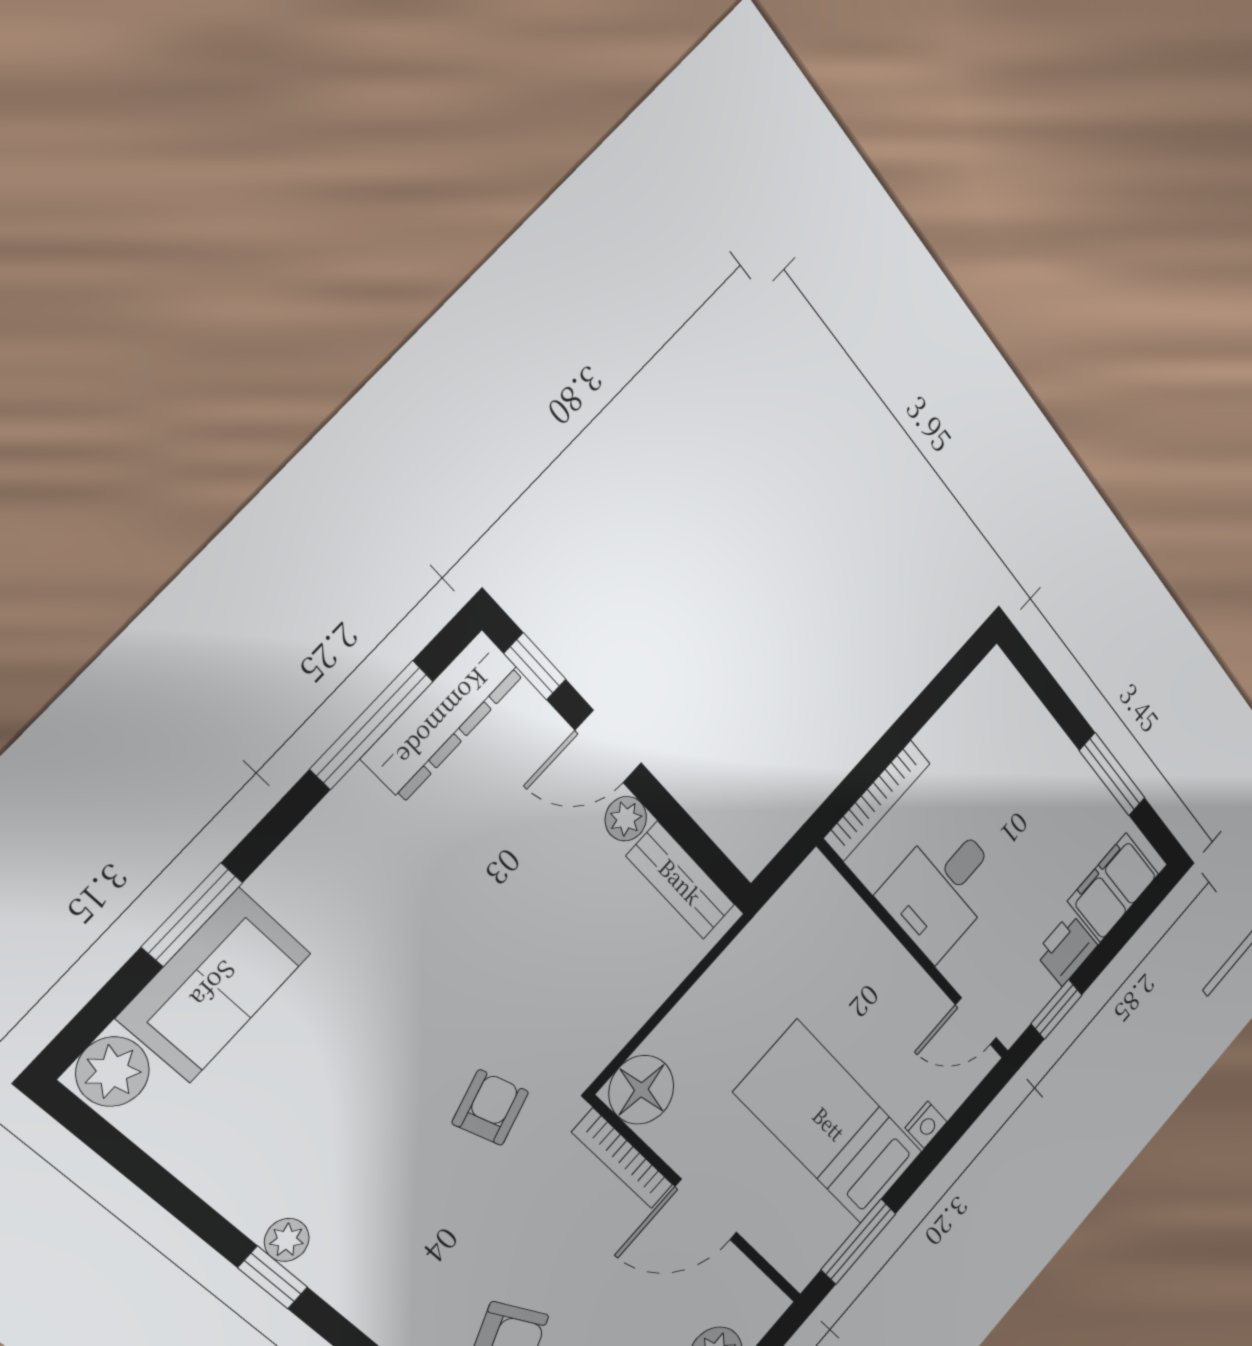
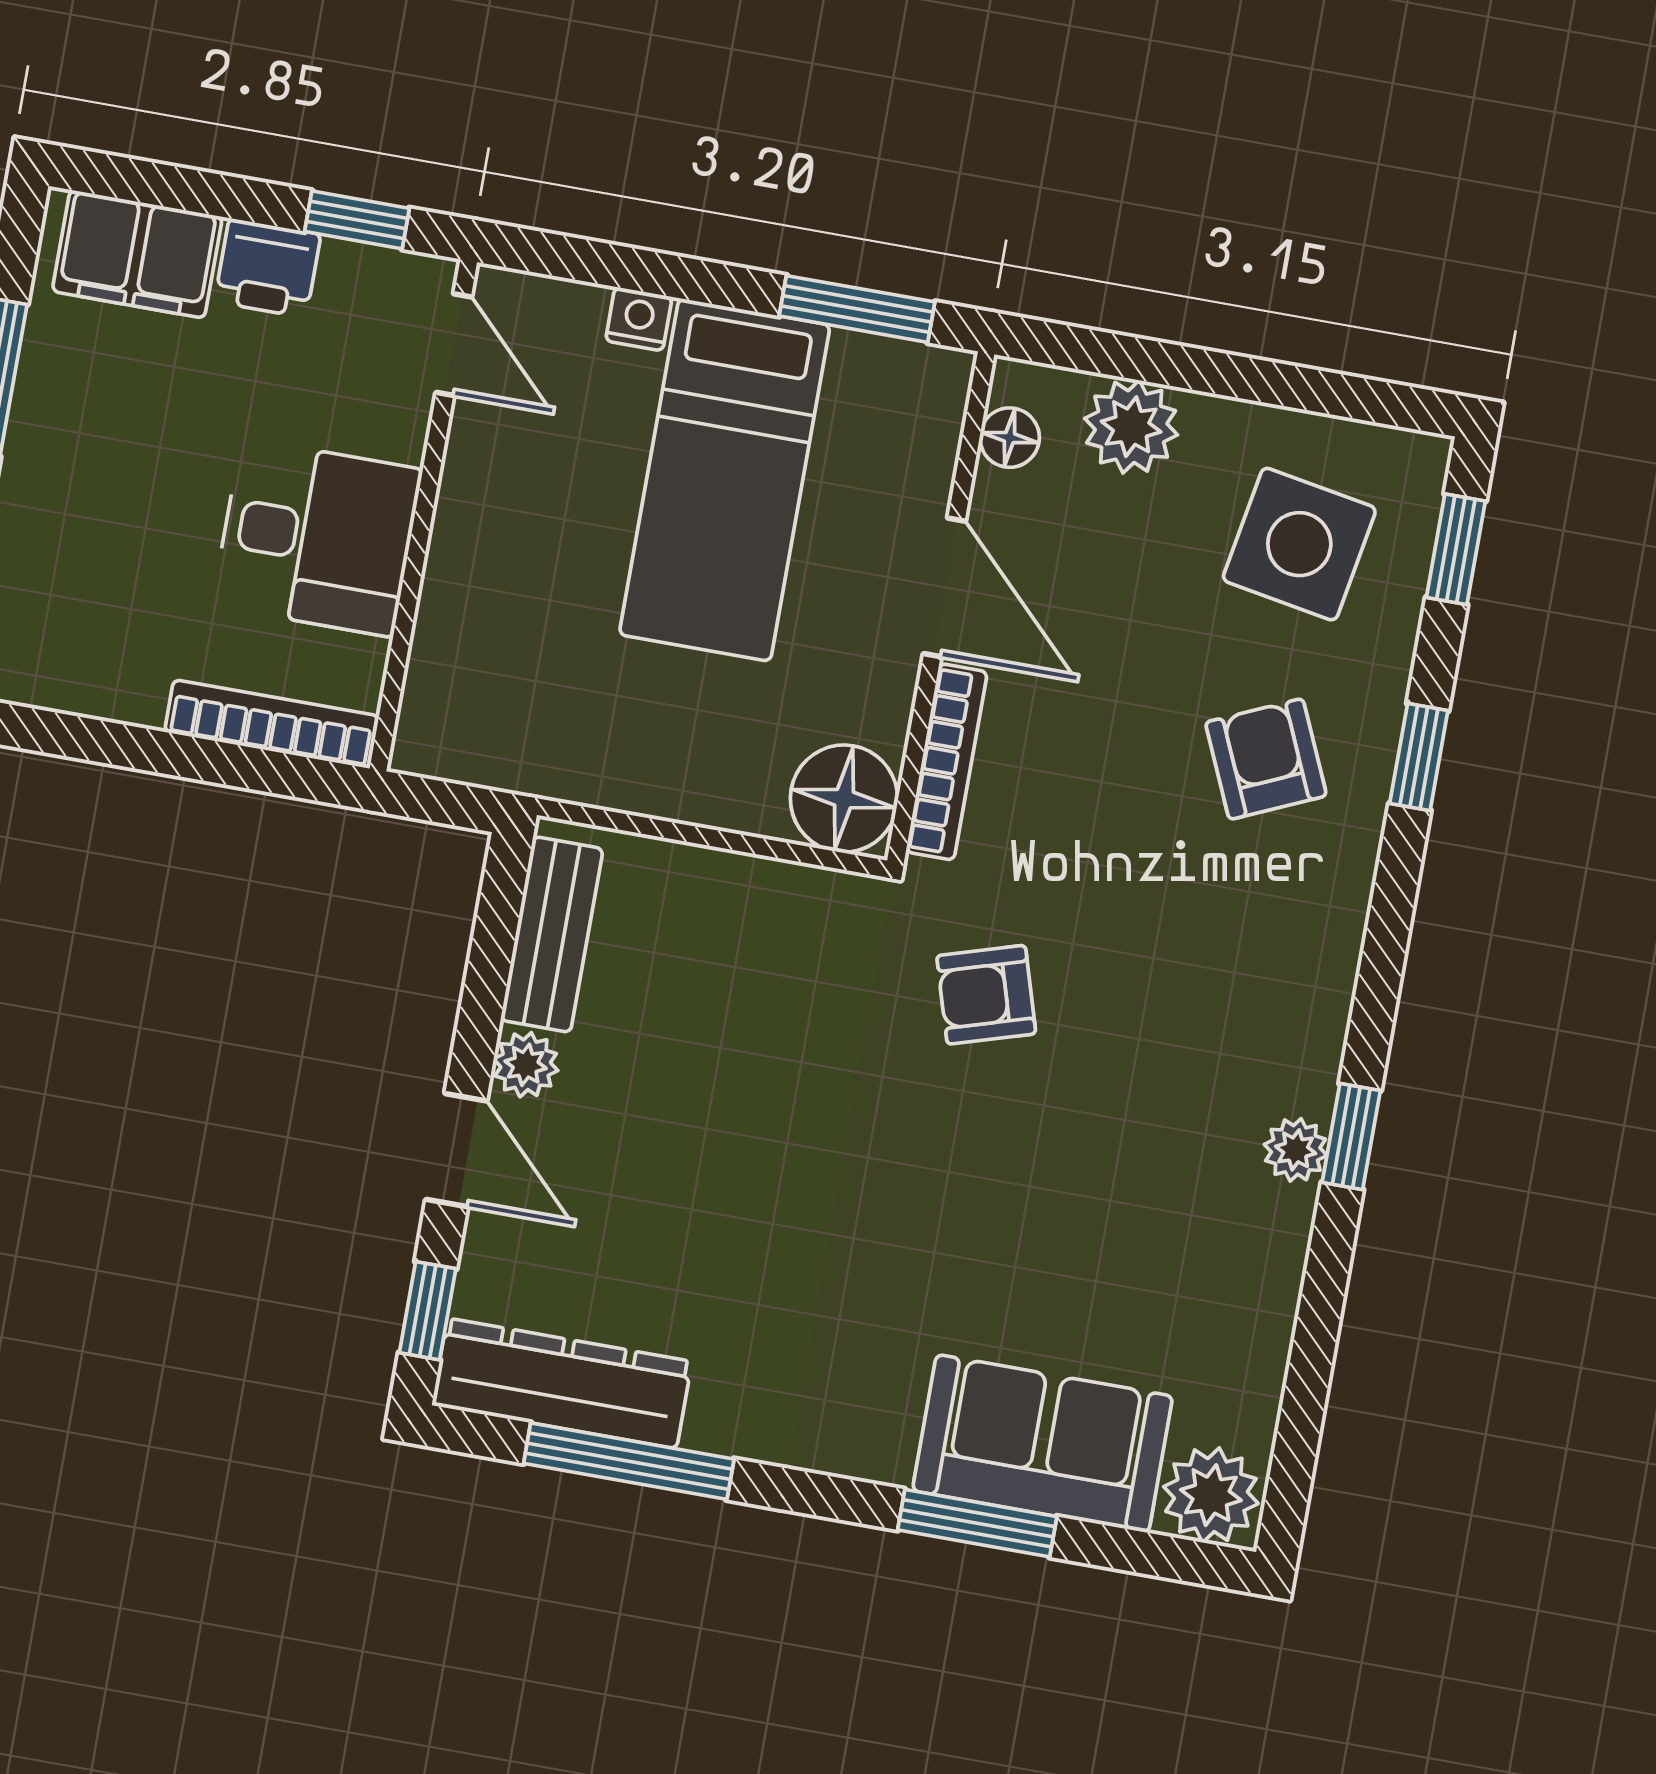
floor lamp: (752, 1287) -> (1010, 438), added

